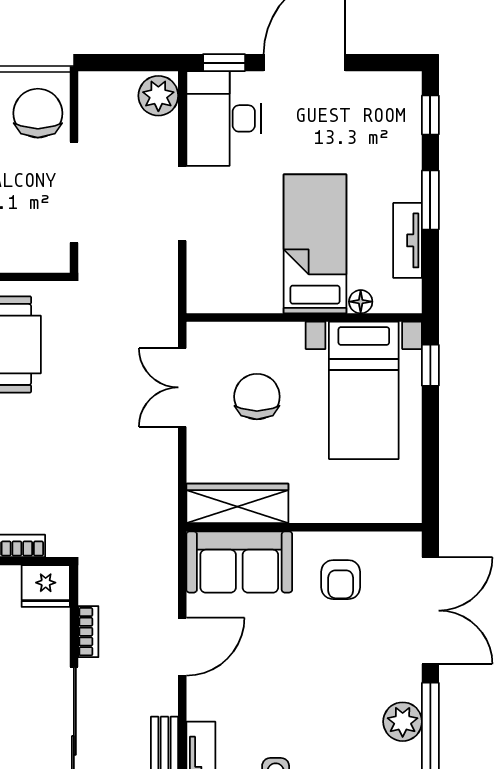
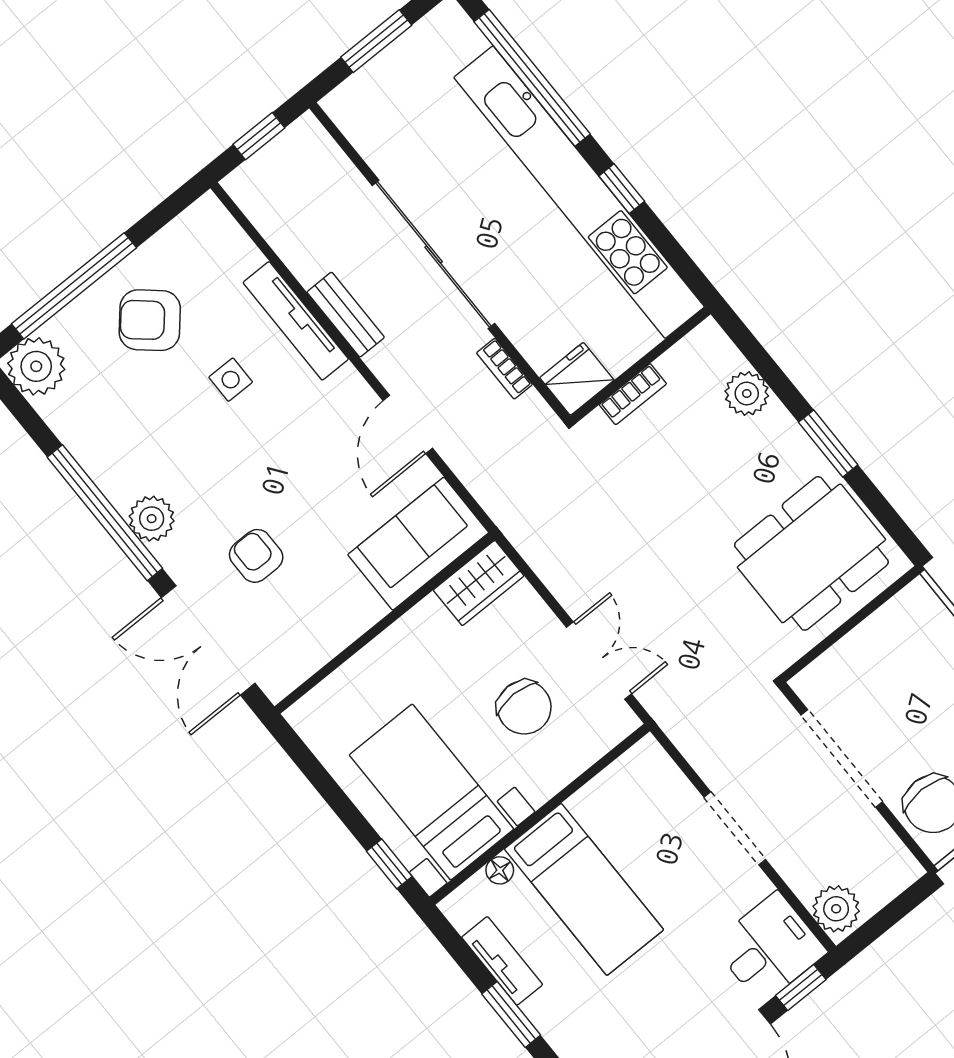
desk: (224, 118) -> (769, 948), width x0.73
wardrobe: (237, 503) -> (479, 583), width x0.67
armchair: (341, 580) -> (256, 556), moved

